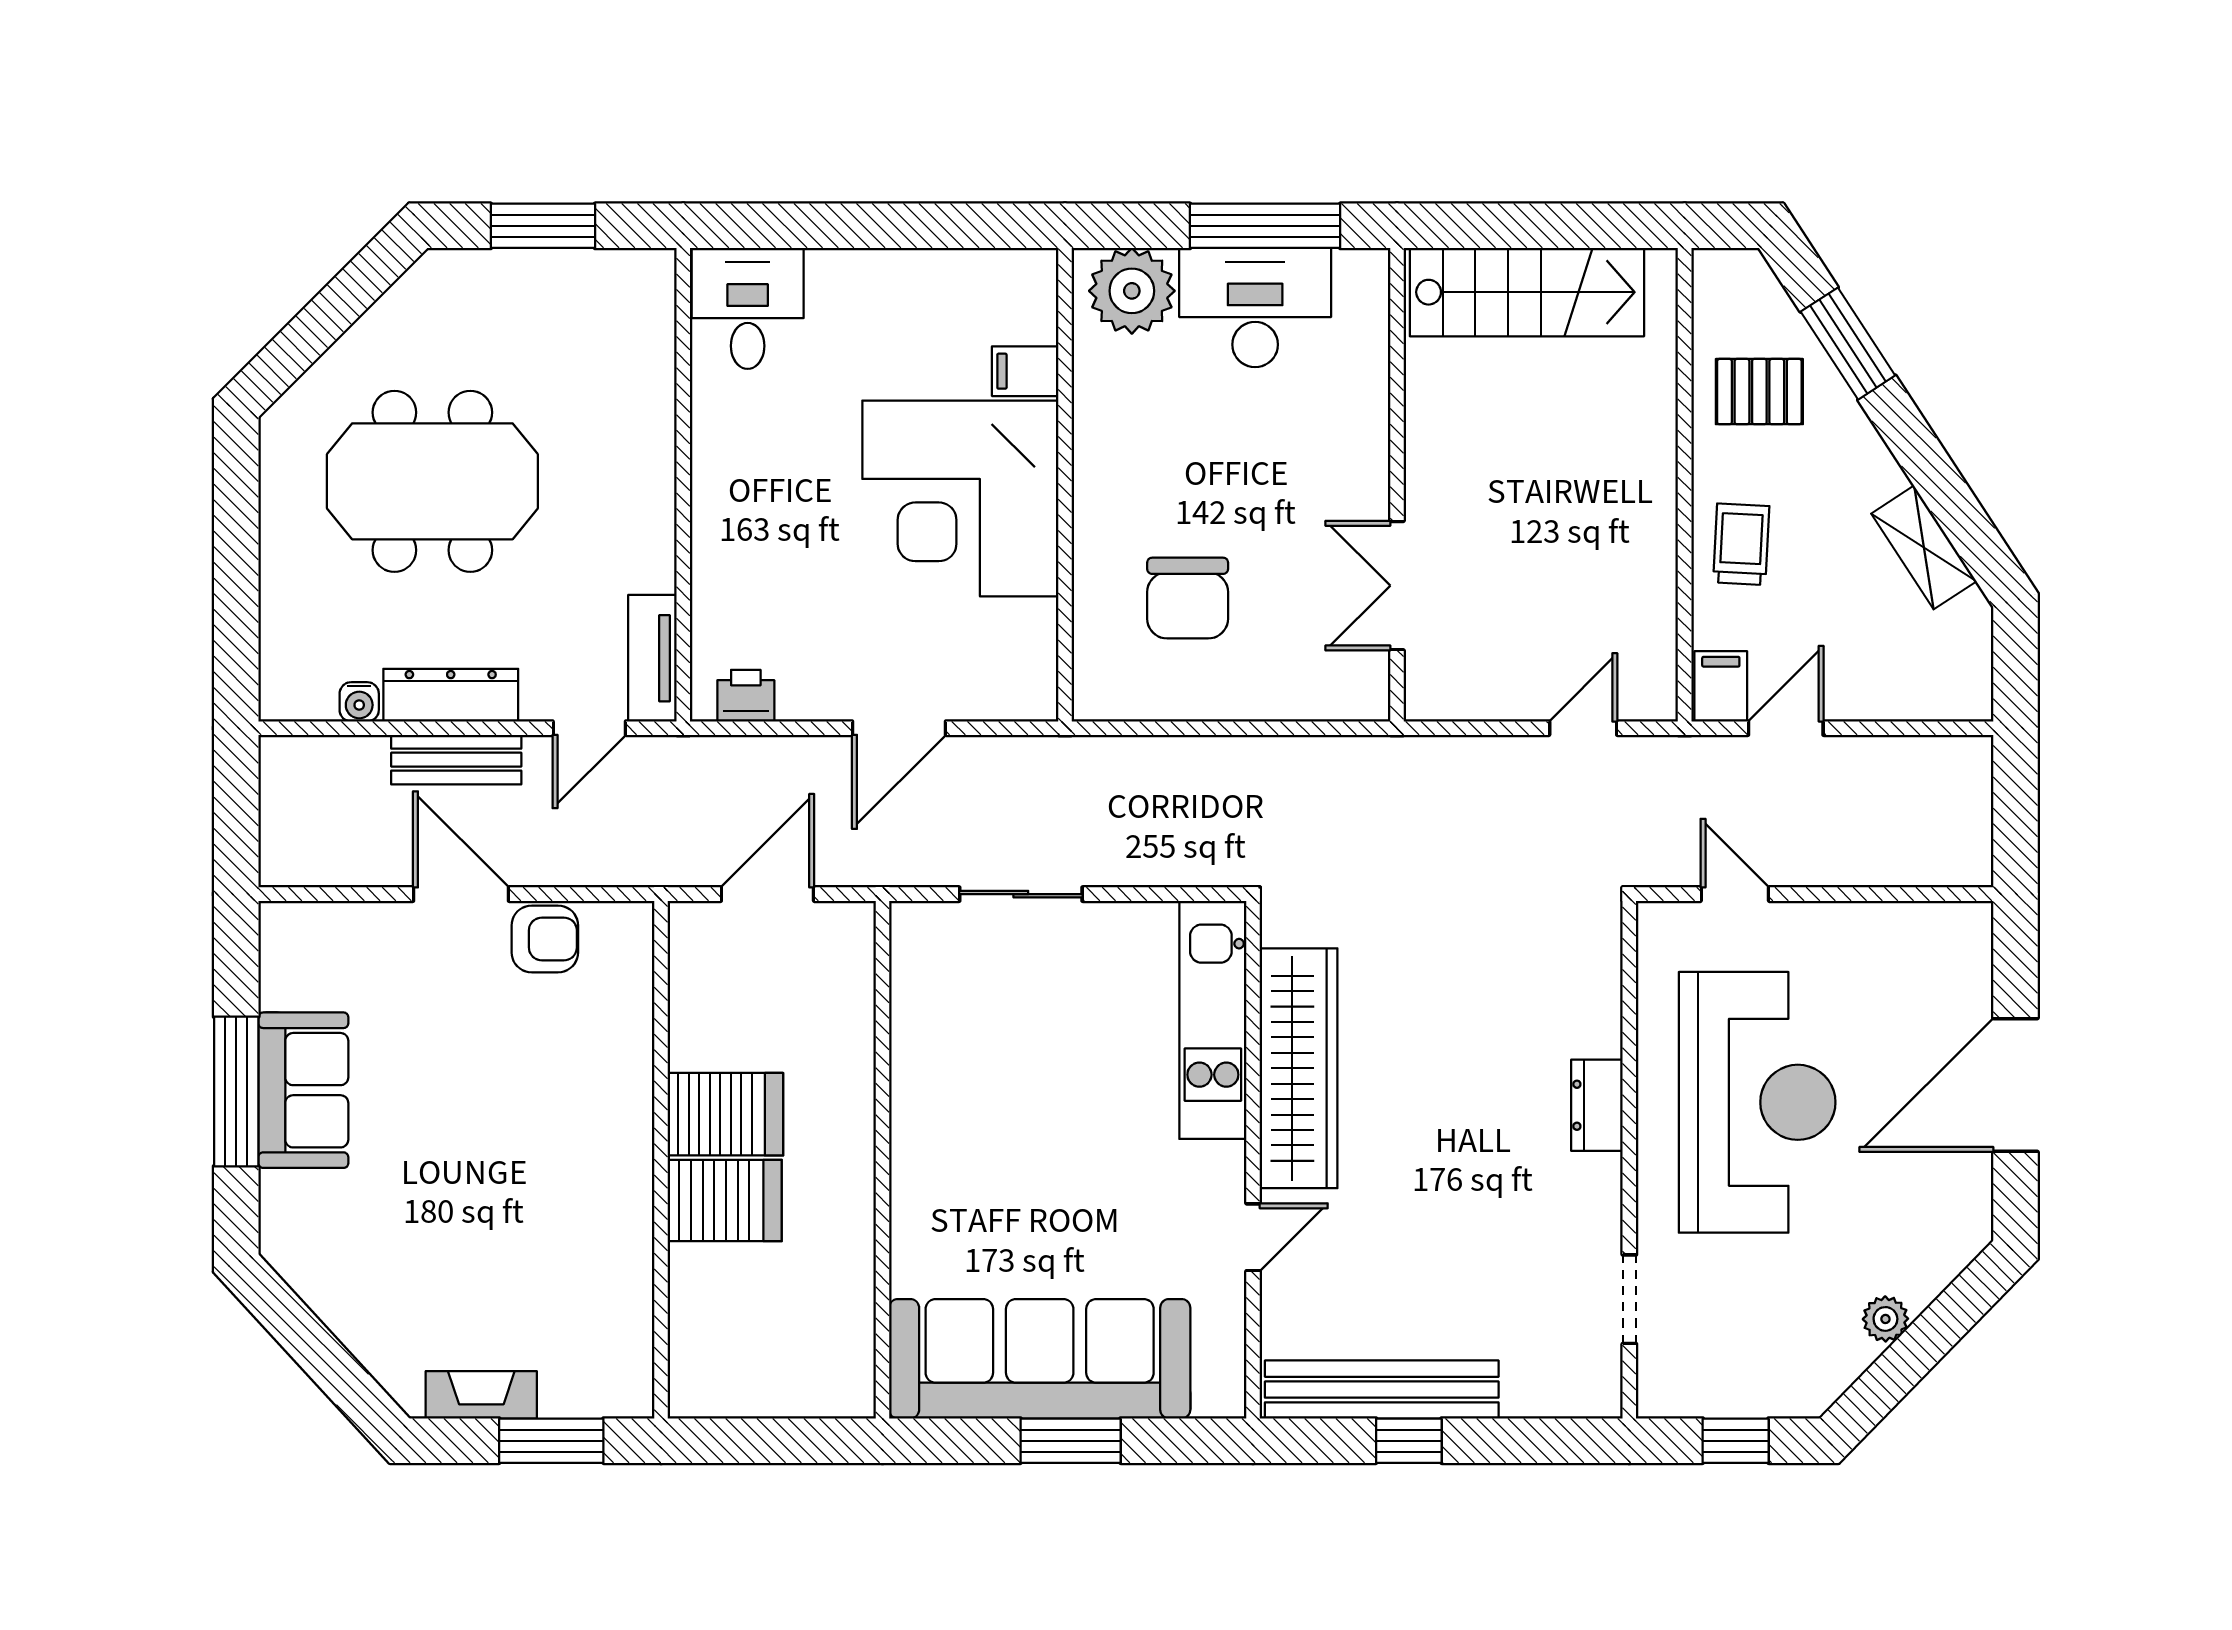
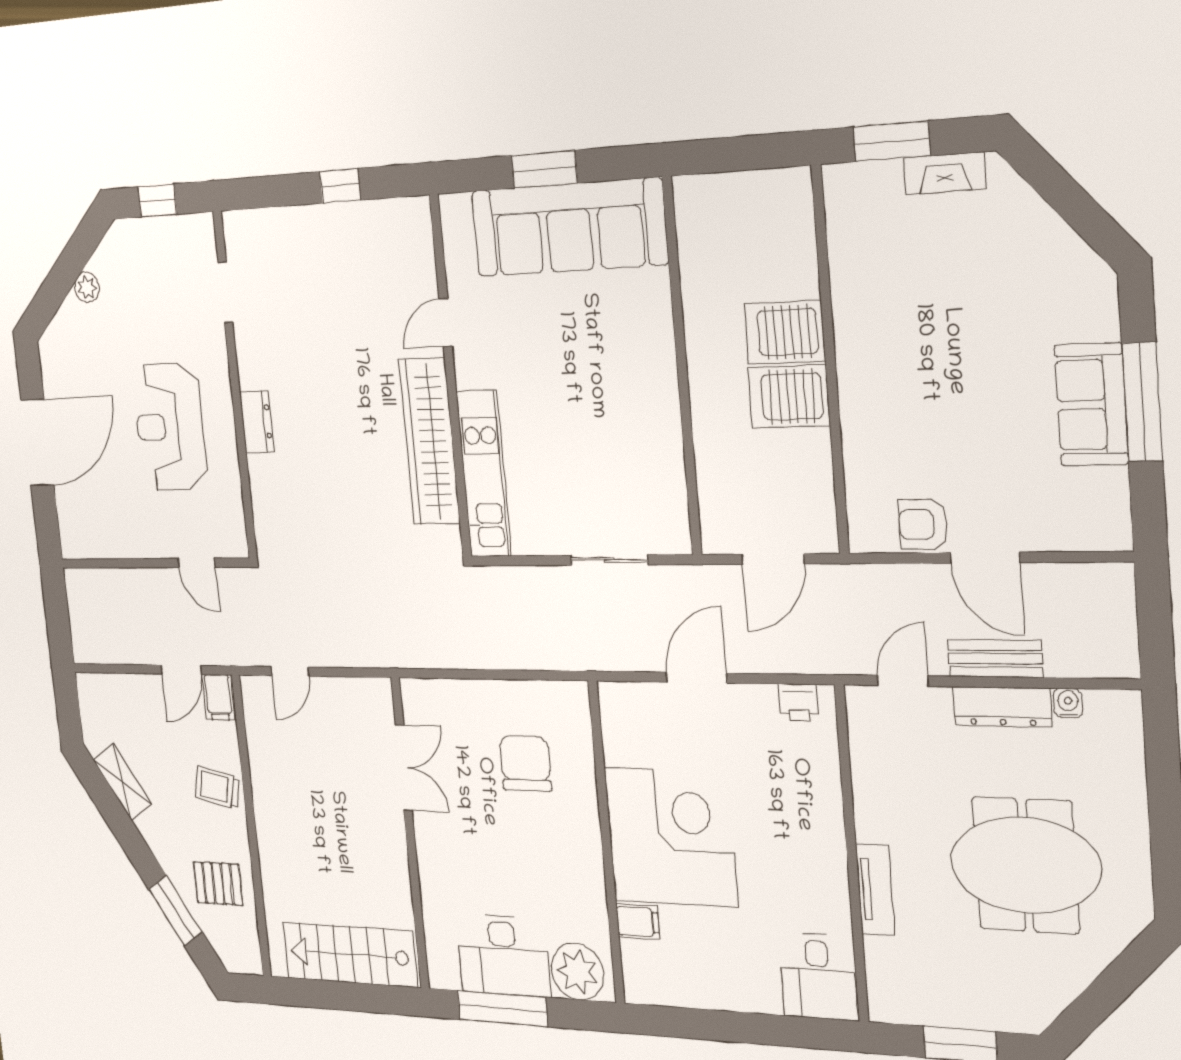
trolley: (1741, 544) -> (217, 788), turned 99
tv unit: (652, 658) -> (875, 890), moved
reception desk: (1757, 1102) -> (170, 427), width x0.74, depth x0.77
bench: (1382, 1390) -> (359, 220), removed

